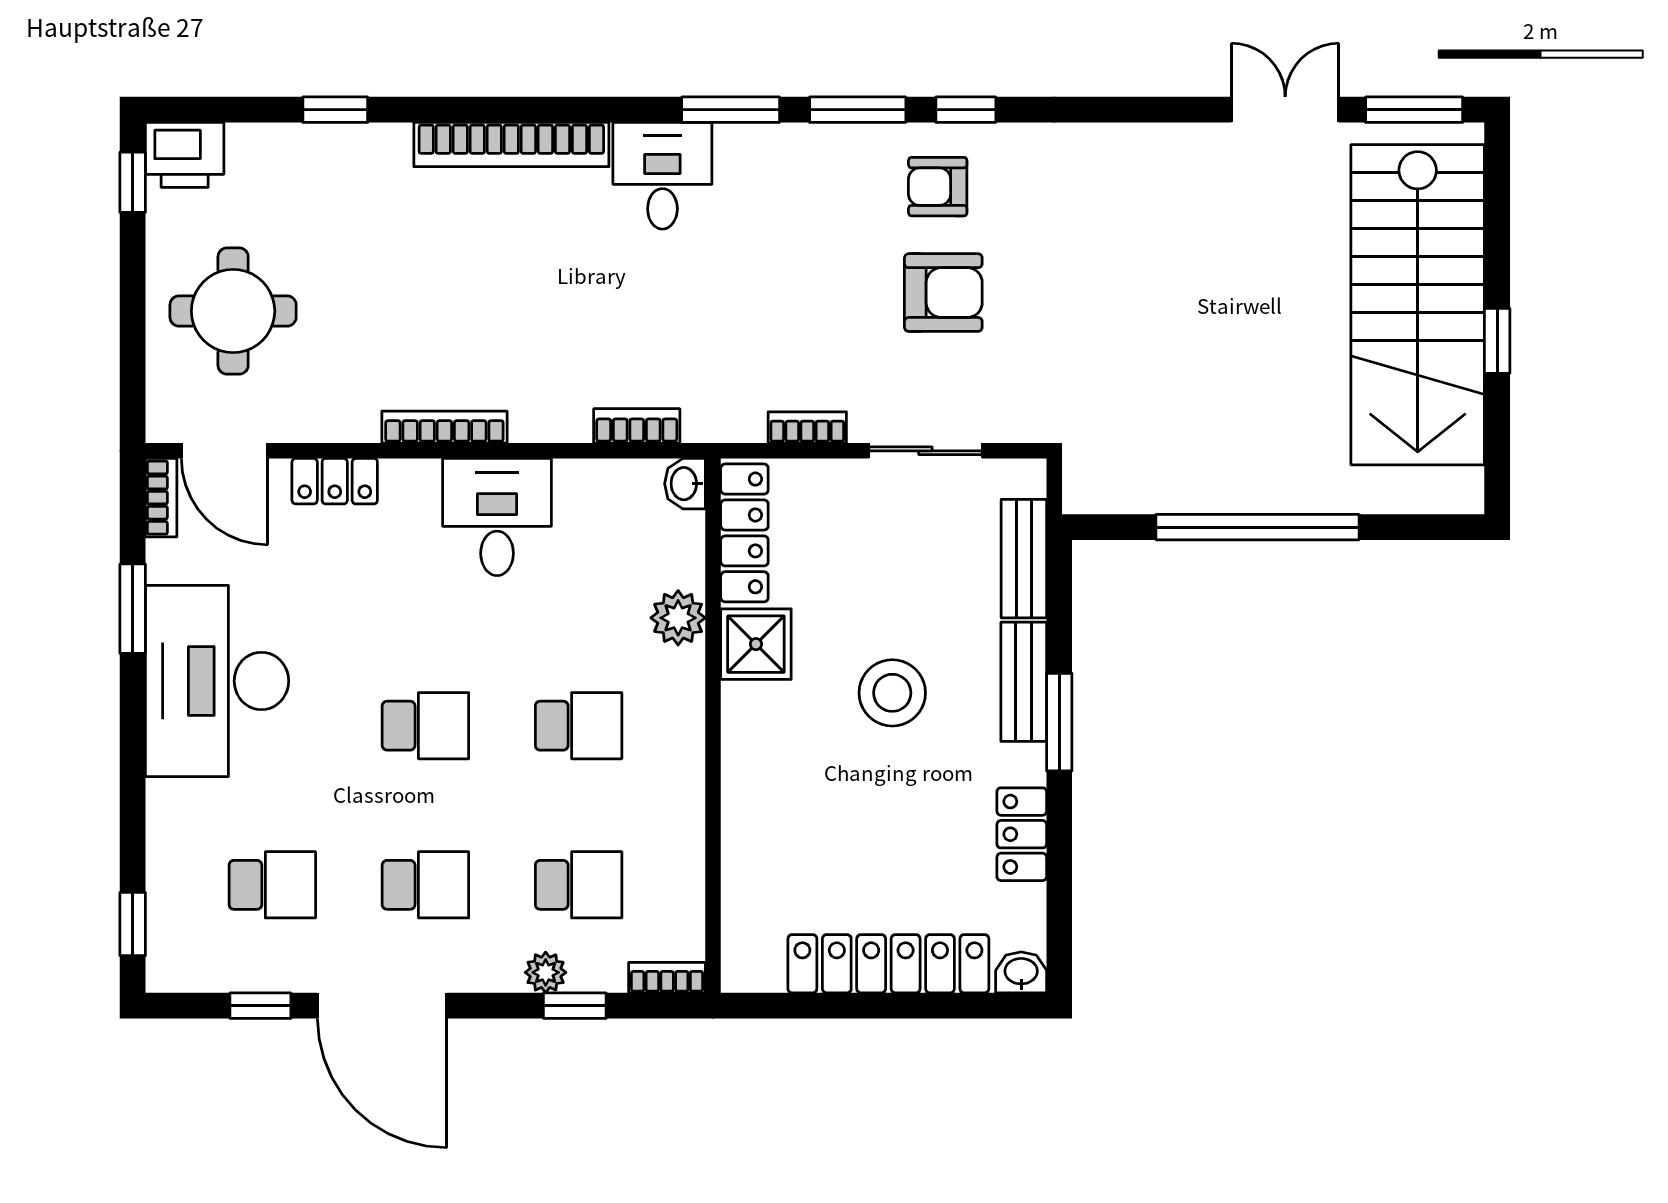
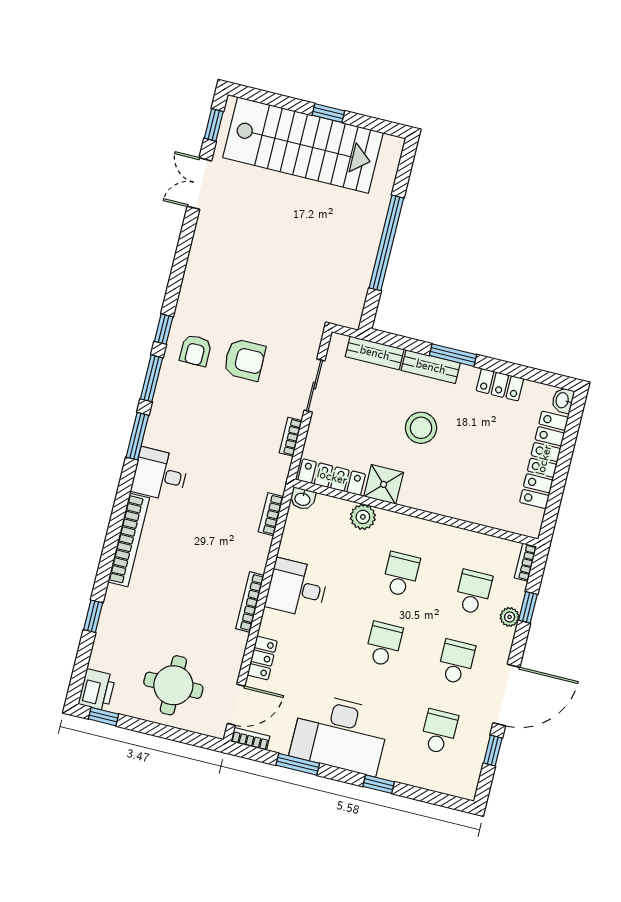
window: (1414, 110) -> (214, 125), width x0.67
armchair: (943, 293) -> (244, 360), turned 90
window: (133, 924) -> (379, 784), moved

